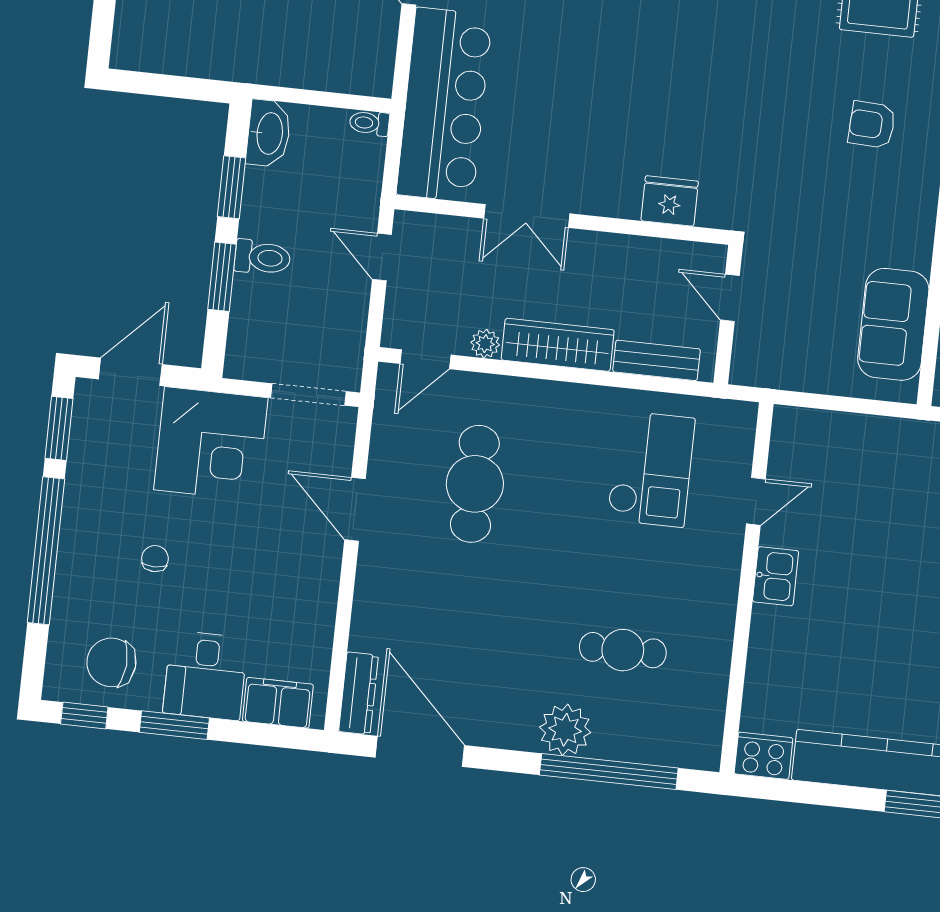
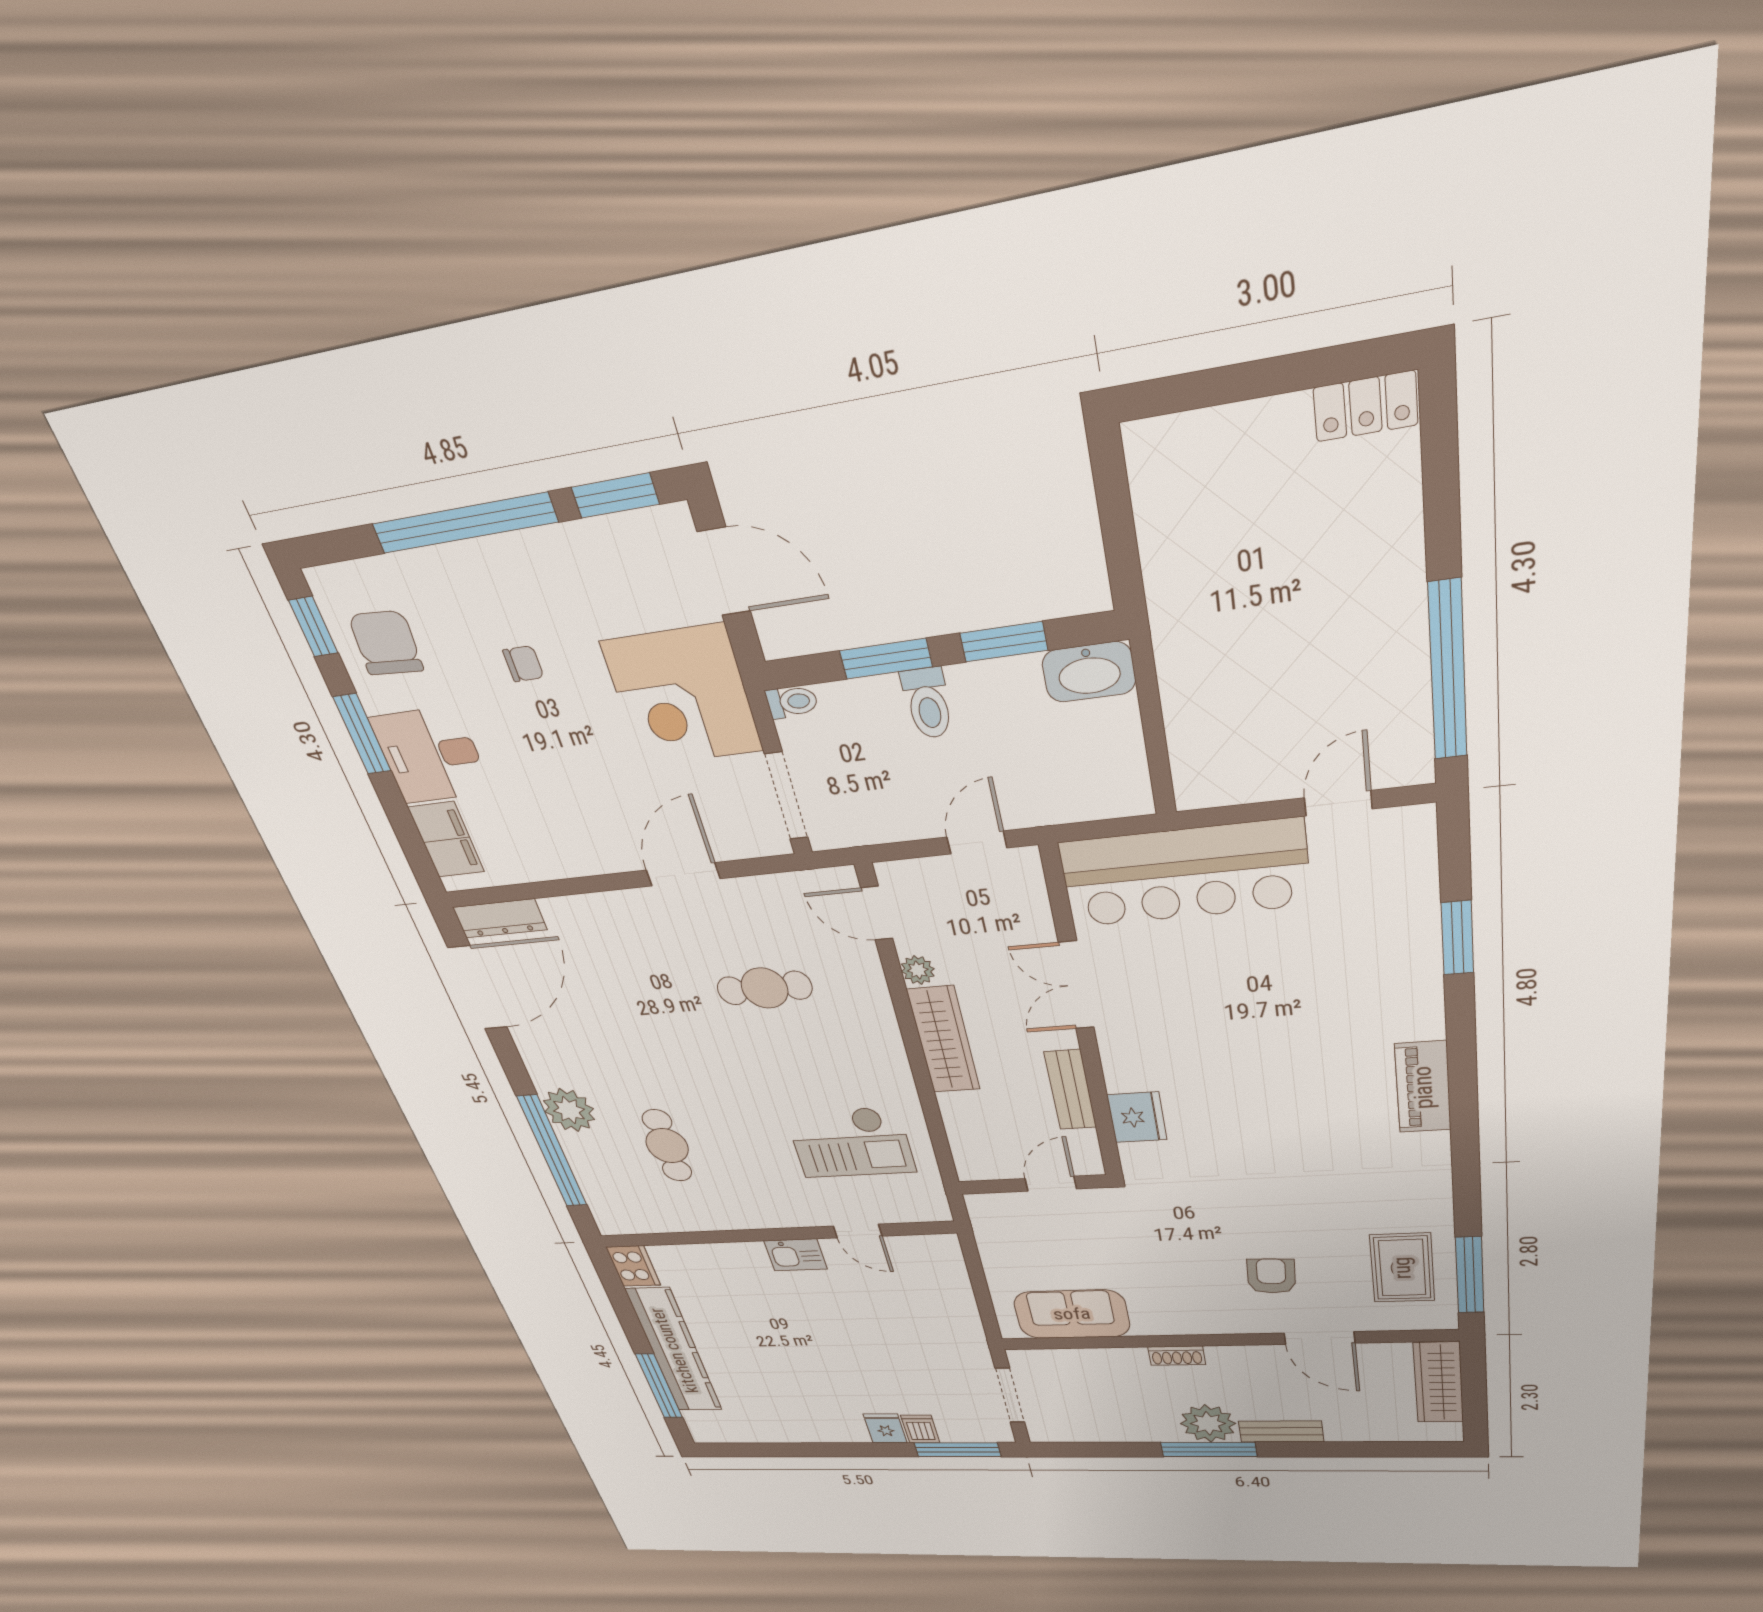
toilet: (369, 123) -> (792, 702), moved, turned 90
bench: (657, 360) -> (1070, 1090), moved
cafe table: (475, 484) -> (765, 988), width x0.73, depth x0.74

